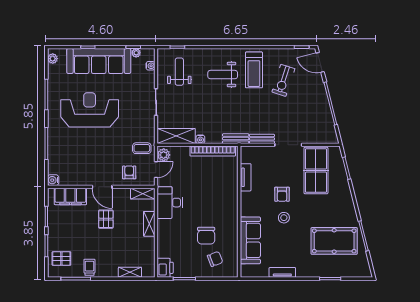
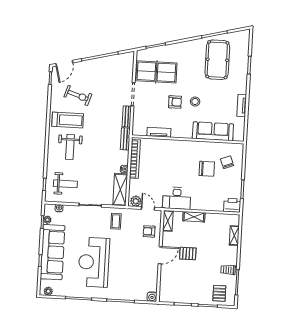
weight bench: (179, 72) -> (65, 184), turned 180
coffee table: (142, 148) -> (116, 221), moved
filing cabinet: (70, 196) -> (167, 283), removed

